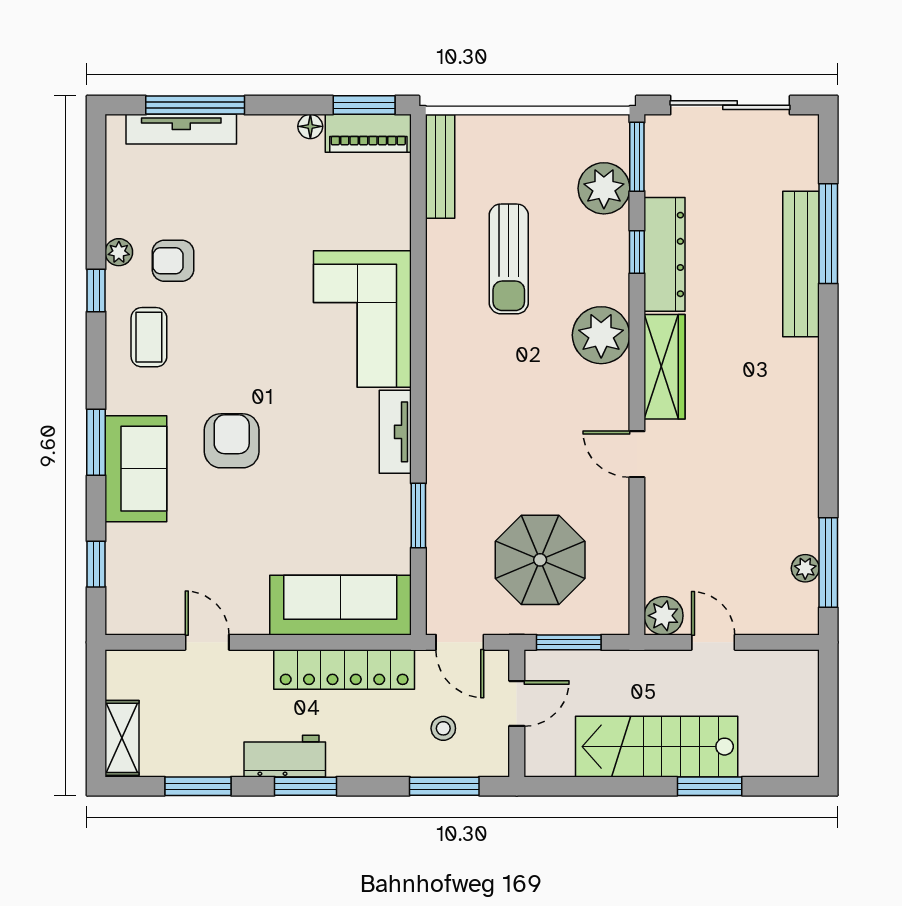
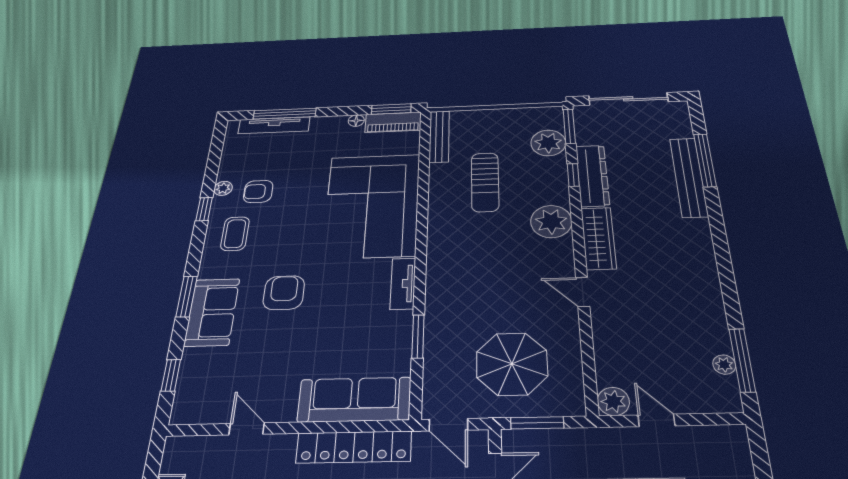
corner sofa: (362, 319) -> (372, 205), width x1.36, depth x1.36

